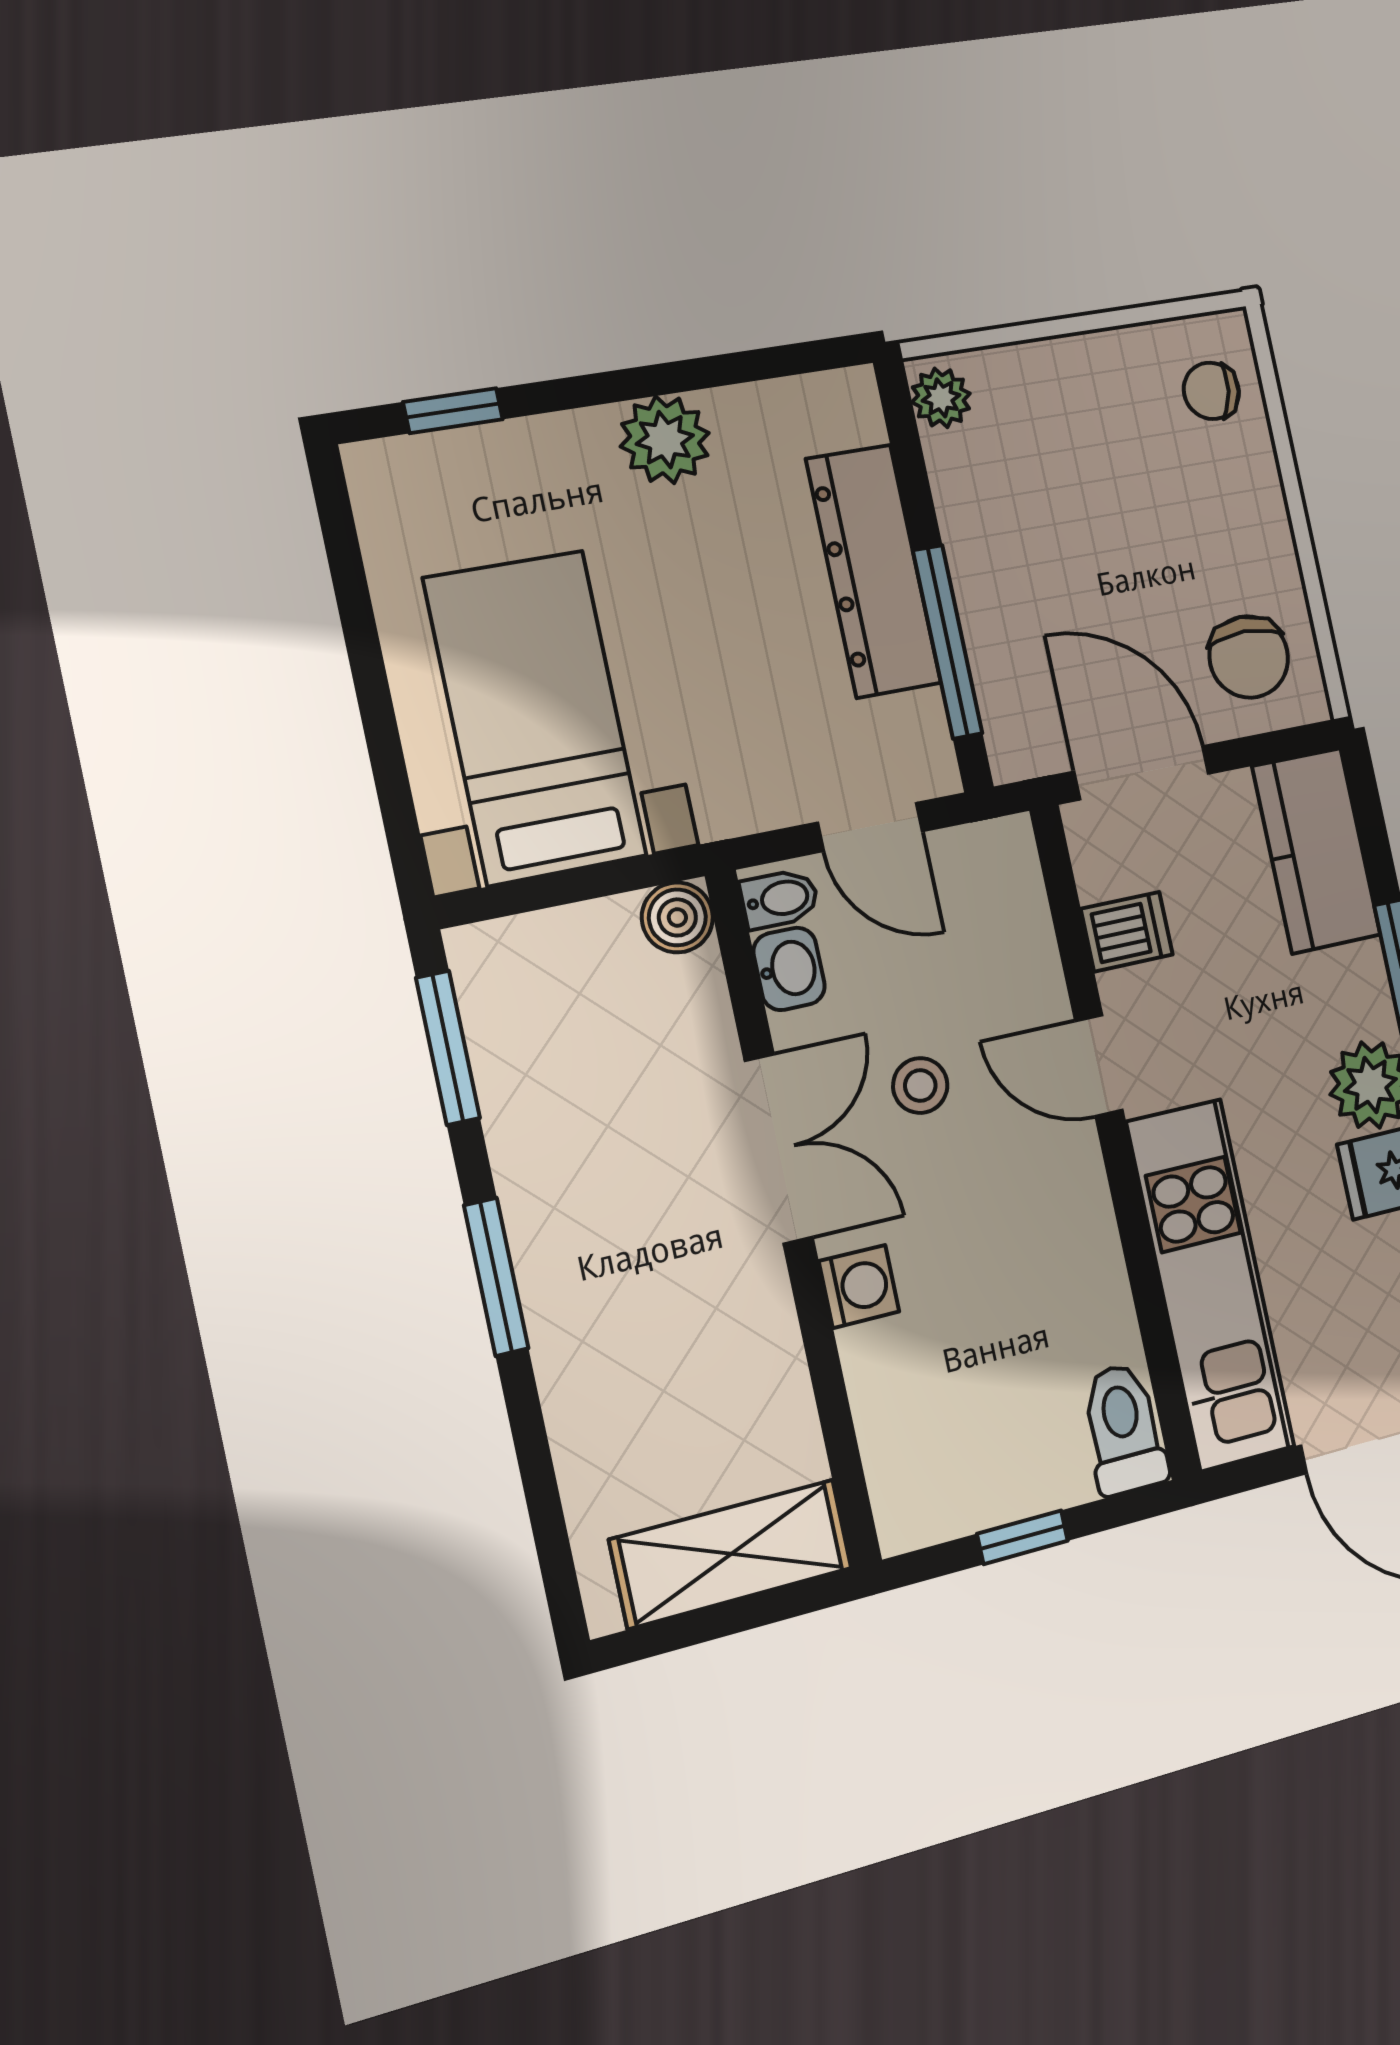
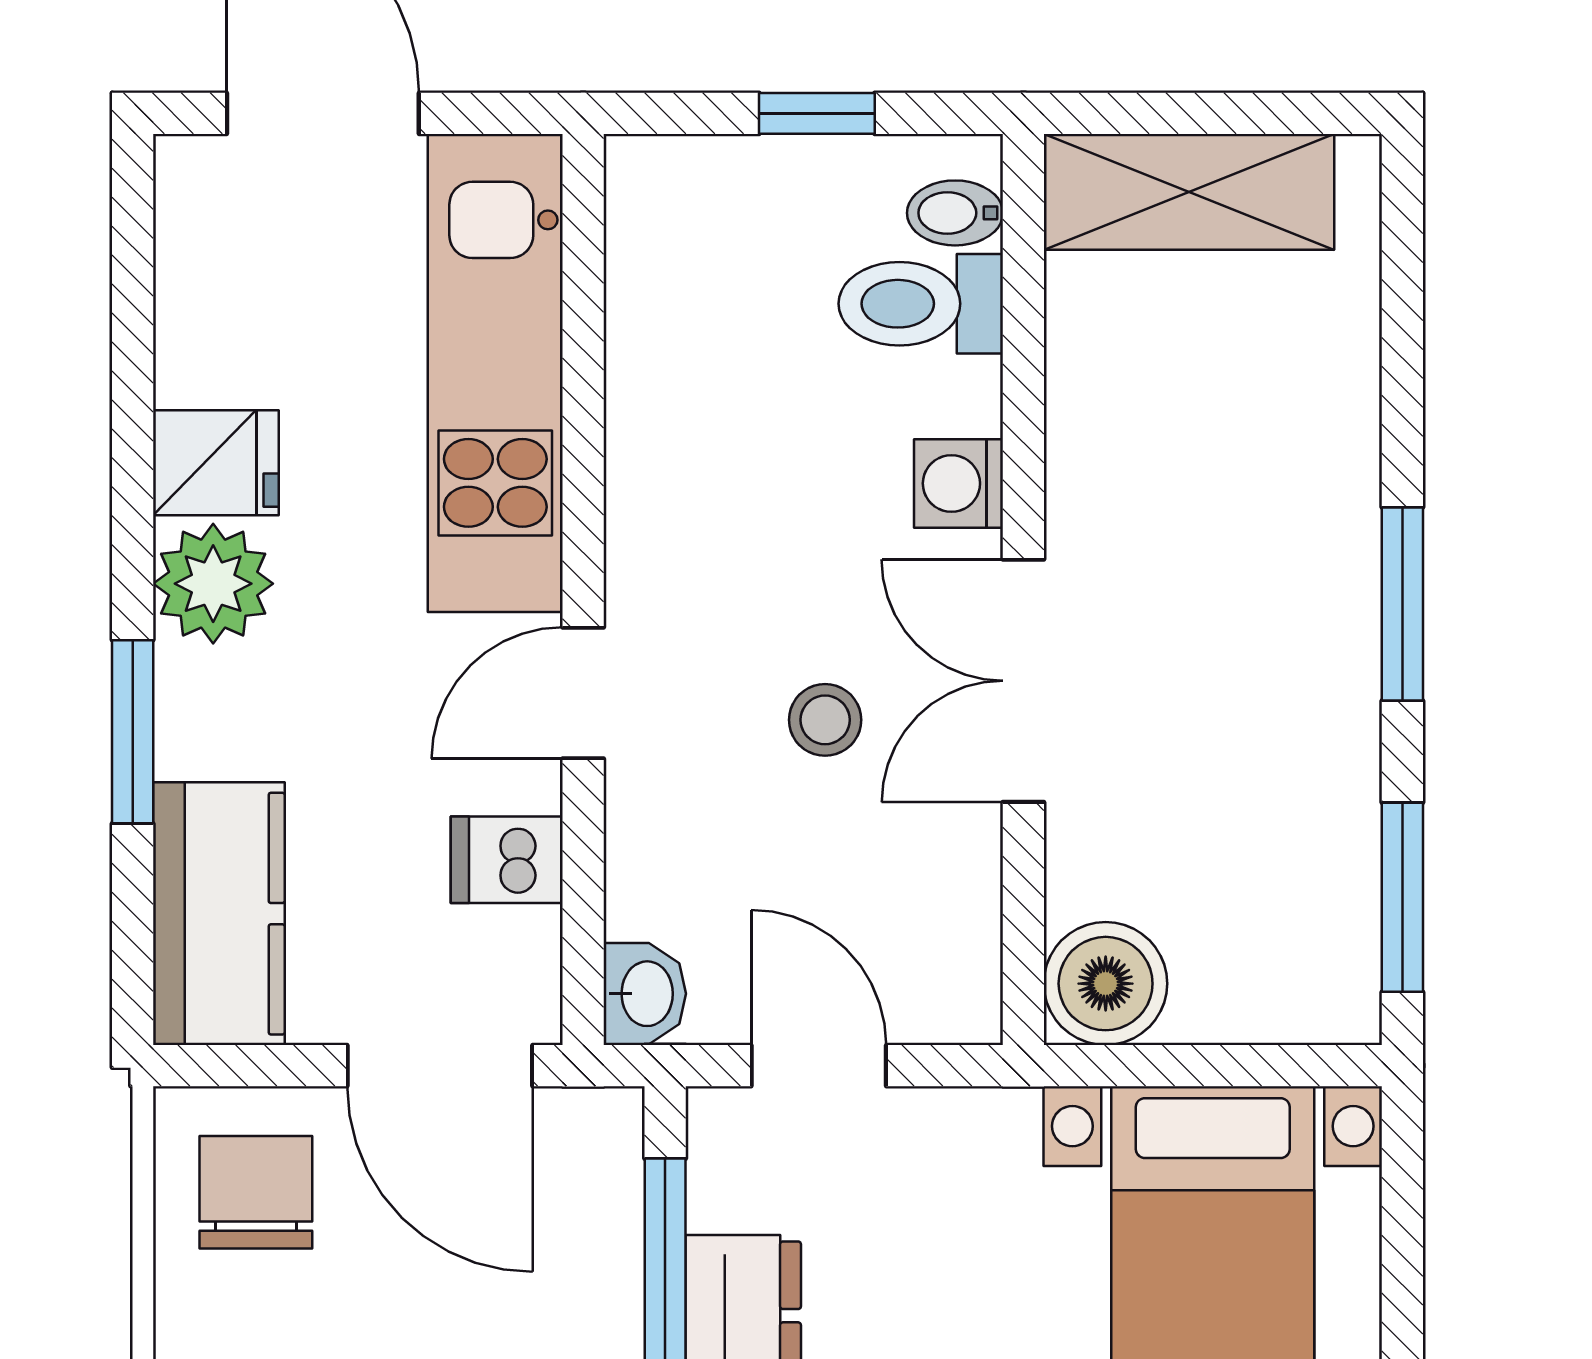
bidet: (780, 899) -> (955, 213), moved
boiler: (677, 917) -> (1106, 984), width x1.36, depth x1.36
washbasin: (789, 969) -> (645, 994), moved, turned 180
door: (1099, 1066) -> (583, 693), swing flipped
toilet: (1124, 1429) -> (921, 304), moved, turned 90

